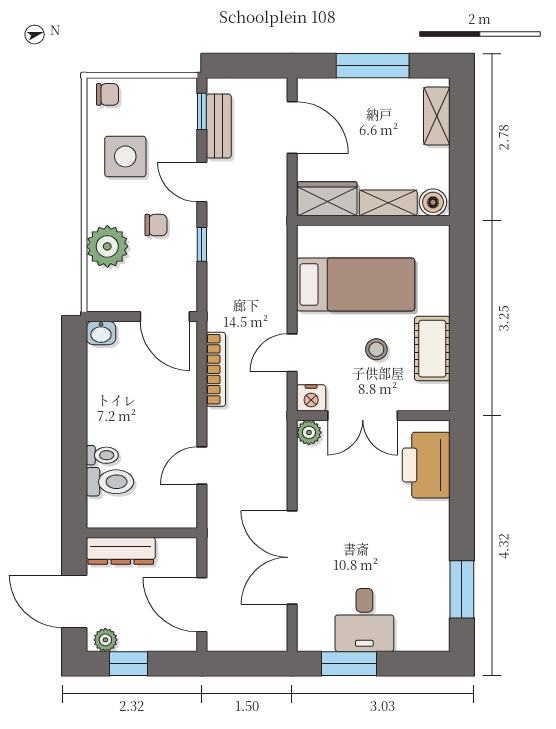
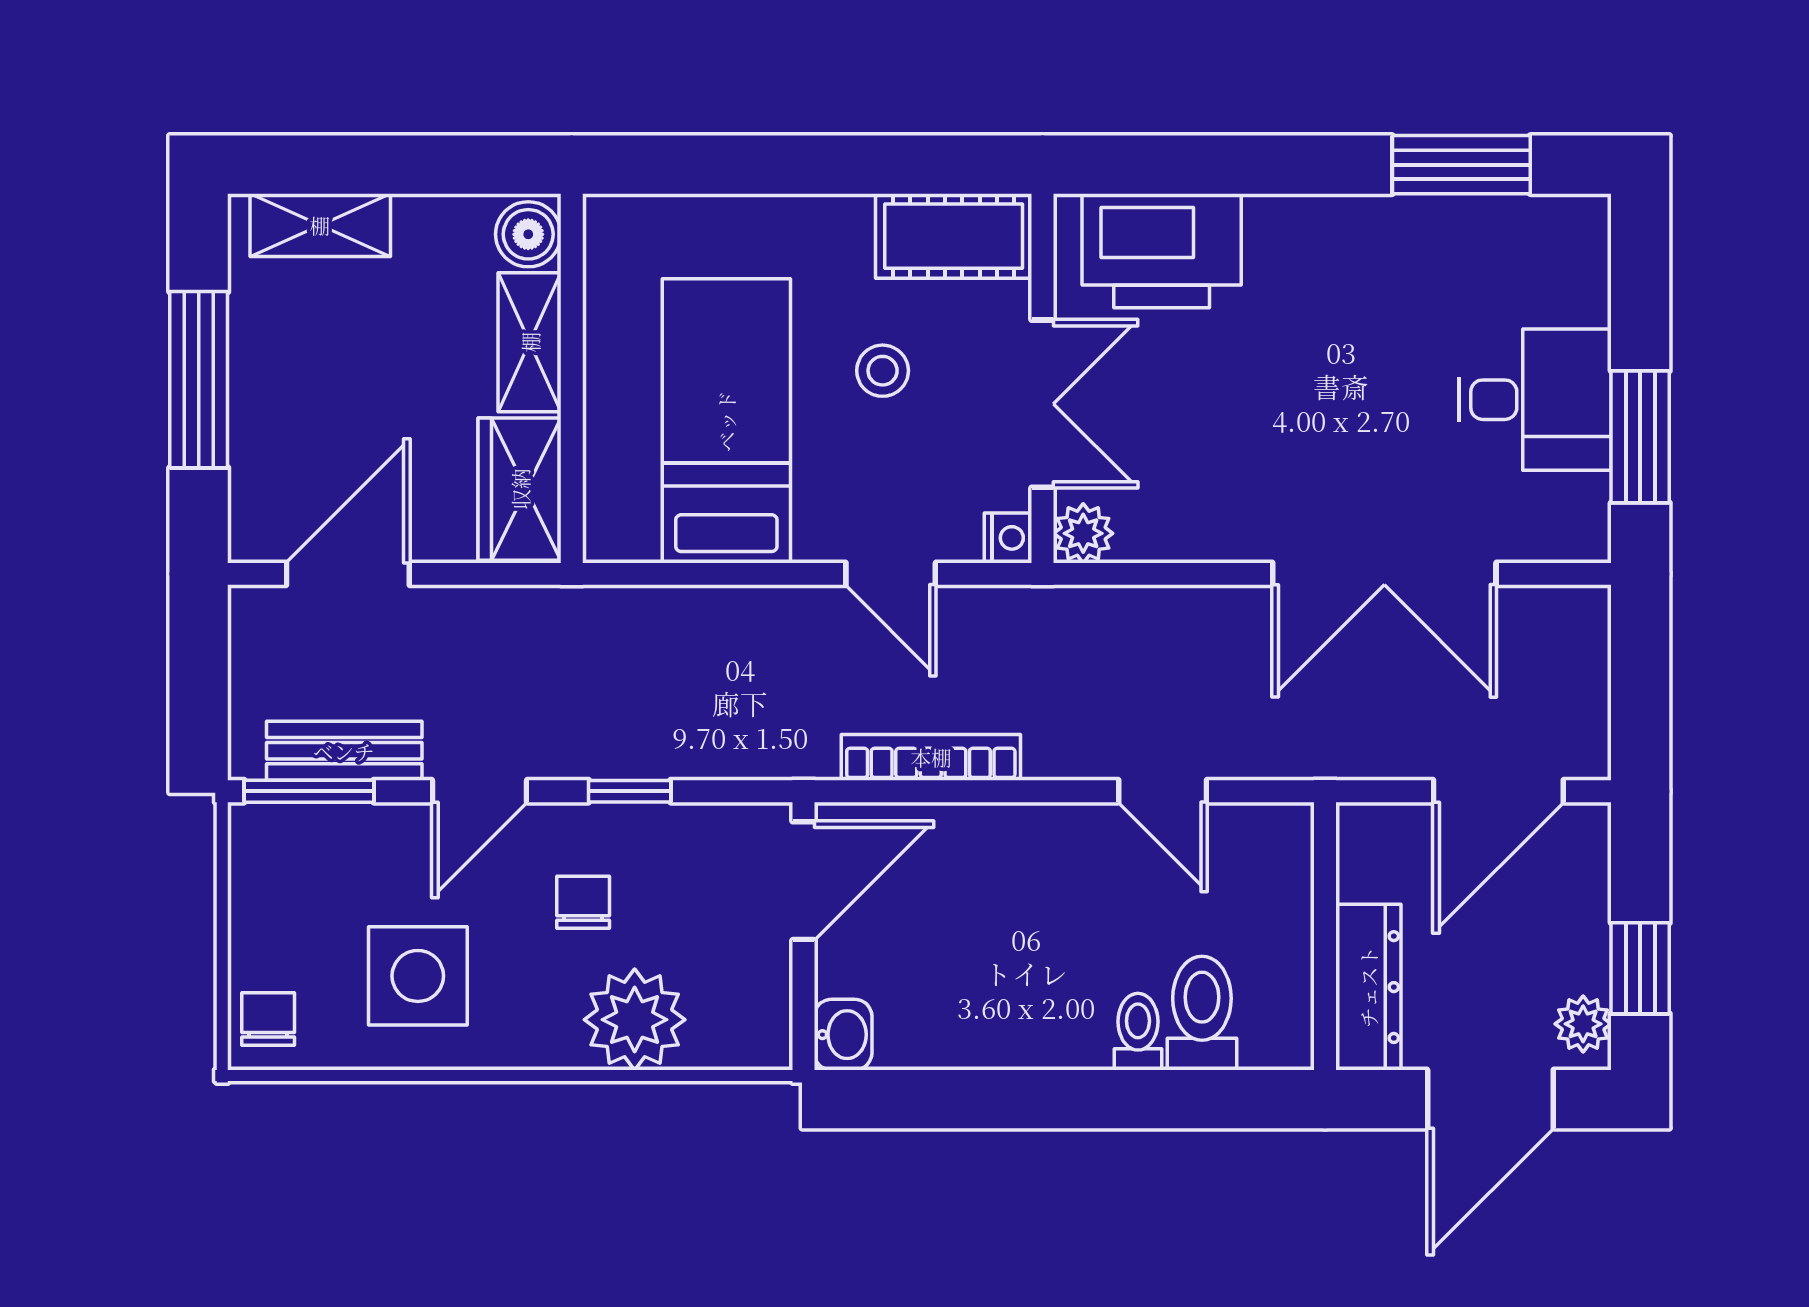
window: (202, 111) -> (309, 791), width x1.50
cot: (432, 349) -> (954, 236), moved
nightstand: (311, 398) -> (1008, 538), width x0.72, depth x0.74

